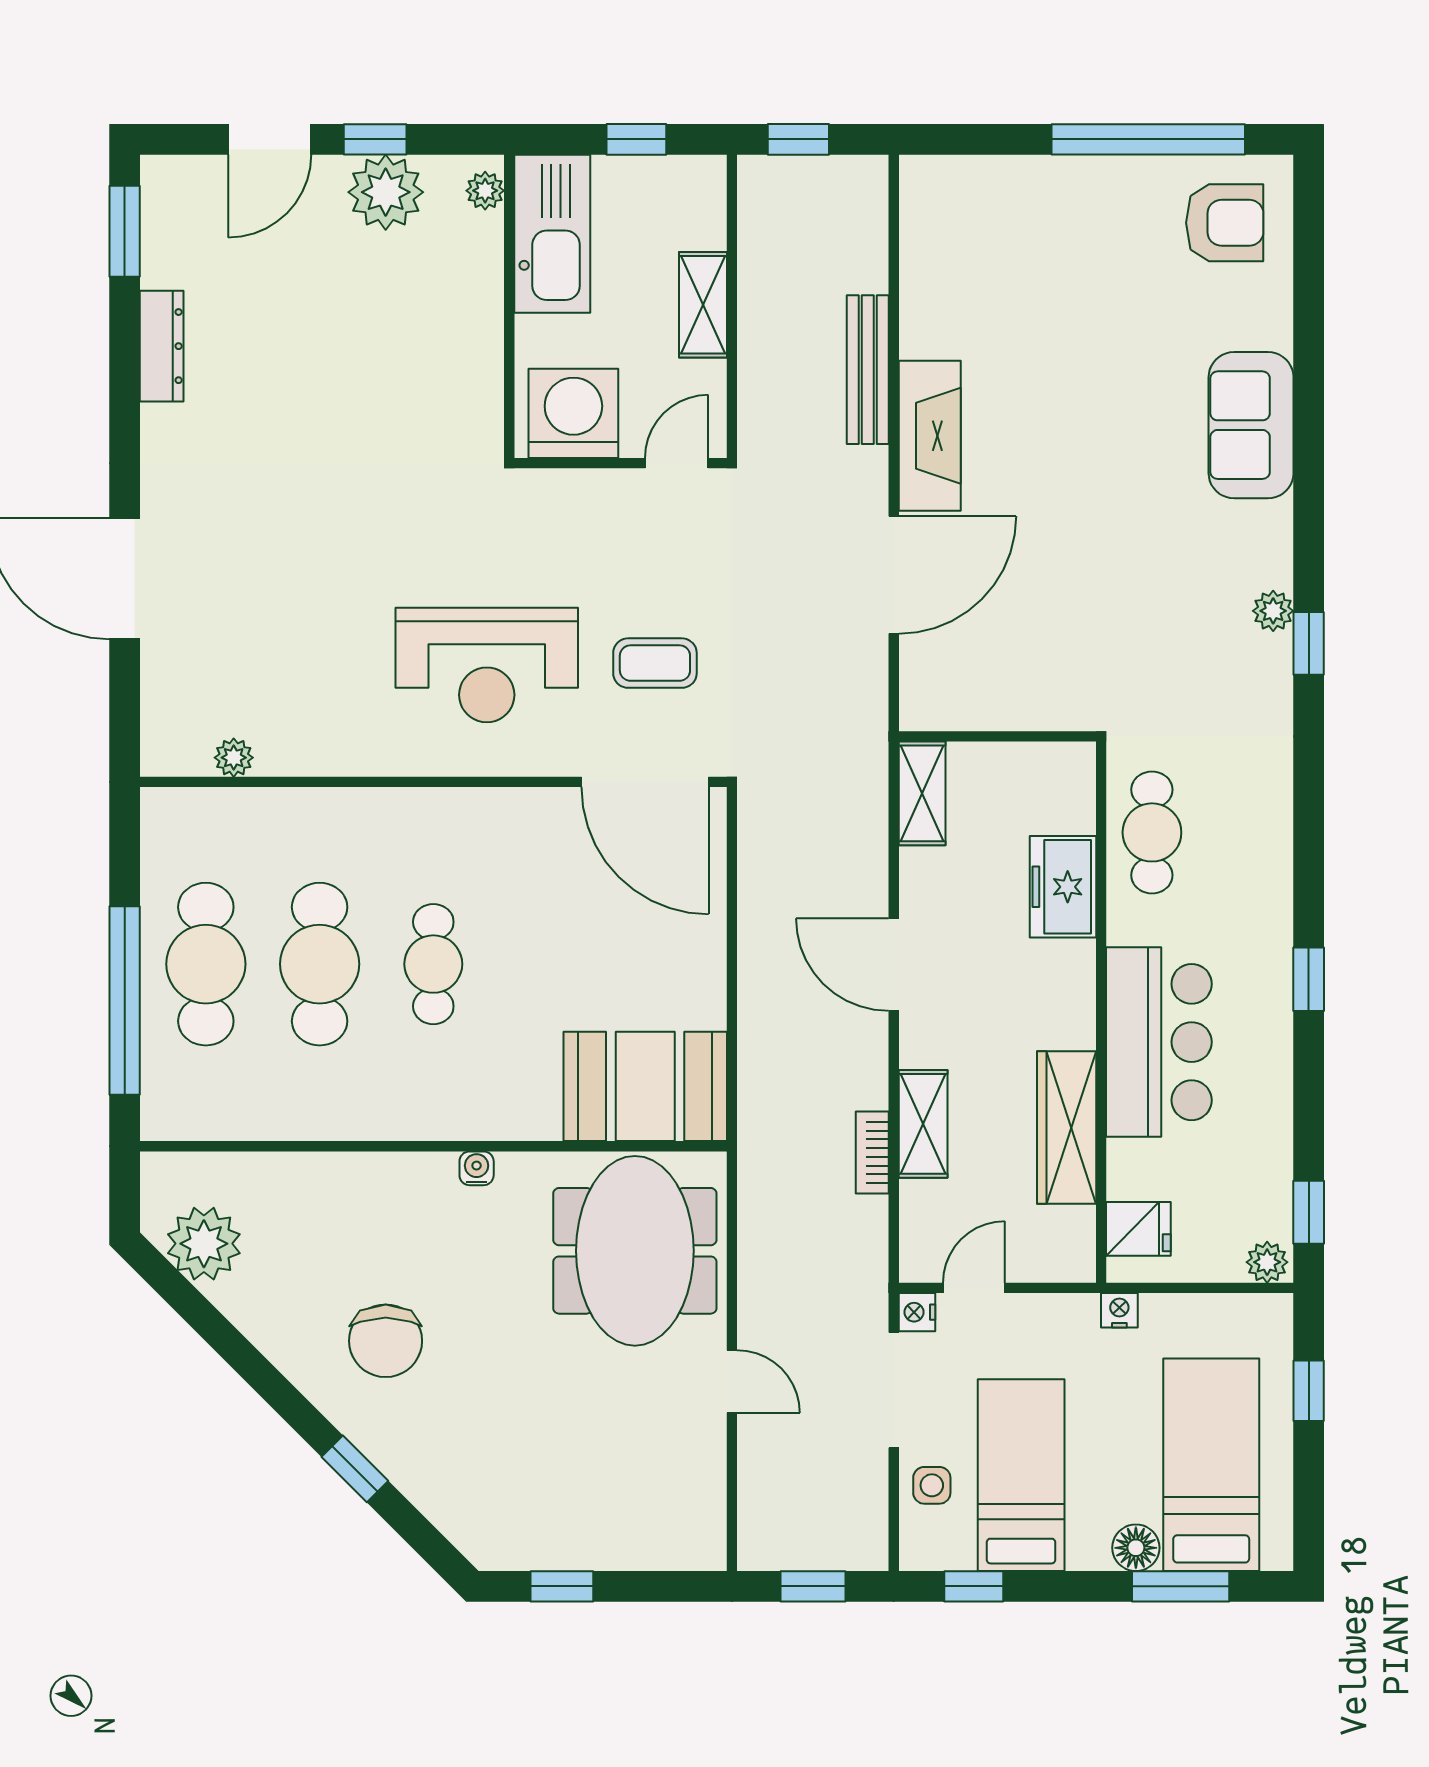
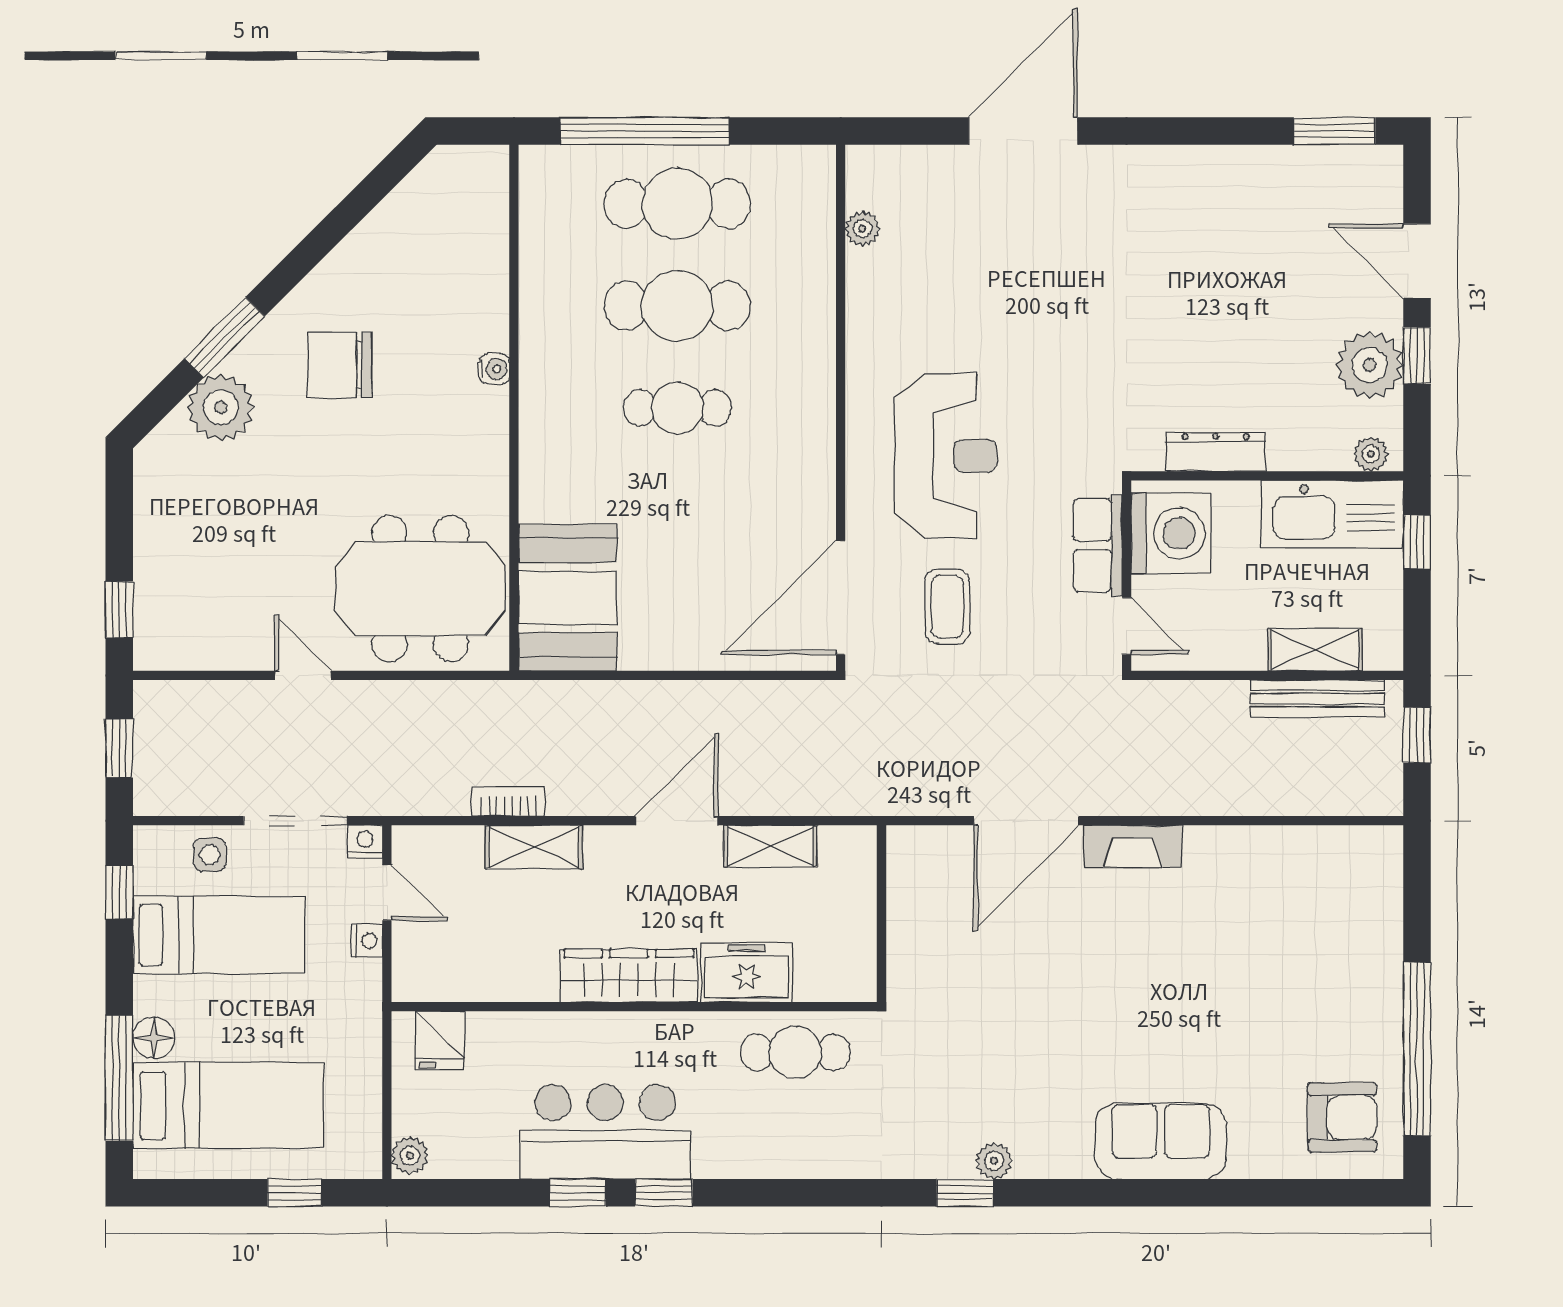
window: (636, 139) -> (1417, 542), moved
armchair: (1225, 223) -> (1342, 1117), turned -90
shelving: (703, 305) -> (1315, 650), moved
dresser: (162, 346) -> (1216, 452), moved, turned 180
bench: (868, 370) -> (1318, 699), moved
fireplace: (930, 436) -> (1133, 846), width x0.73, depth x0.76
row of seats: (587, 495) -> (1098, 545), added
door: (894, 575) -> (1026, 821), hinge flipped
reception desk: (487, 665) -> (946, 456), turned 180
shelving: (922, 793) -> (770, 846), moved
bar counter: (1159, 1042) -> (605, 1132), moved, turned 180
wardrobe: (1067, 1128) -> (629, 976), moved
water cooler: (477, 1168) -> (494, 369), moved
window: (1309, 1212) -> (578, 1193), moved
plant: (204, 1244) -> (221, 408), moved
nightstand: (1119, 1310) -> (367, 941), moved
door: (732, 1382) -> (303, 675), swing flipped
window: (355, 1469) -> (225, 337), width x1.50
window: (562, 1586) -> (119, 610), moved
window: (1181, 1586) -> (119, 1078), width x1.44

